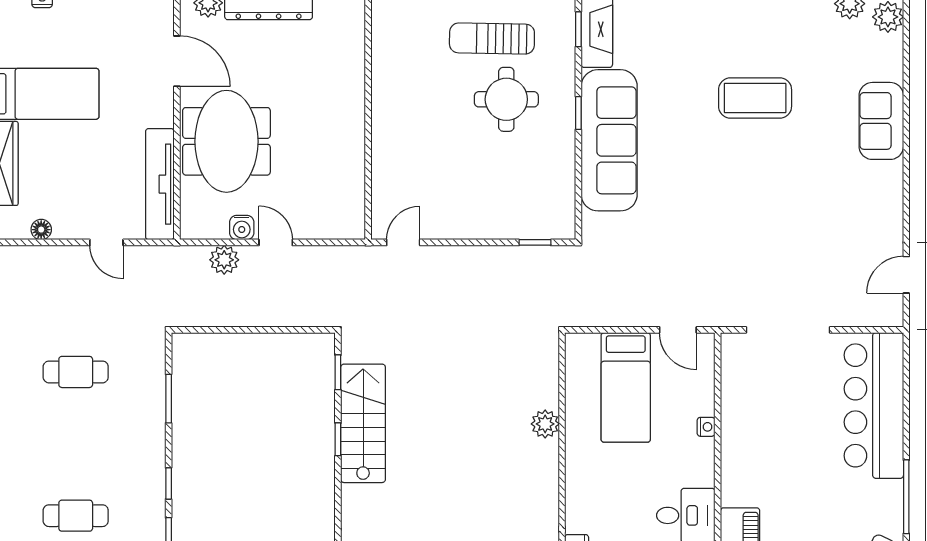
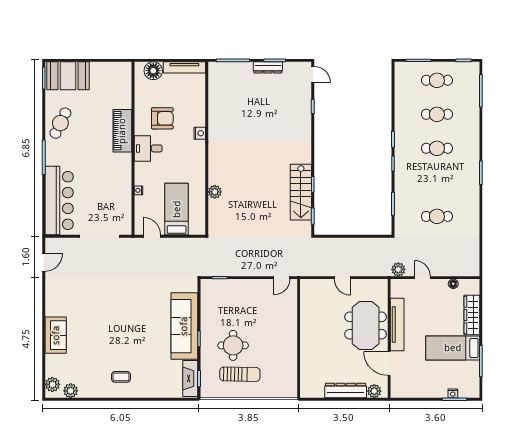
coffee table: (755, 98) -> (121, 377), moved, width x0.54, depth x0.58
tv unit: (160, 184) -> (397, 324), moved
water cooler: (242, 228) -> (358, 285), removed
plant: (224, 260) -> (398, 269), moved

